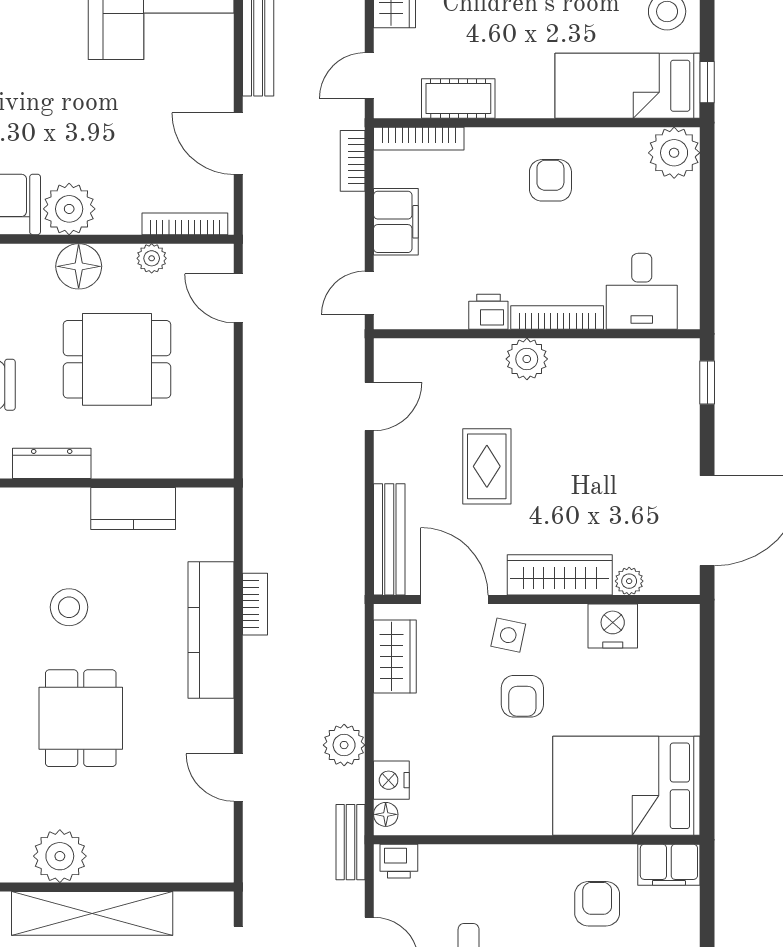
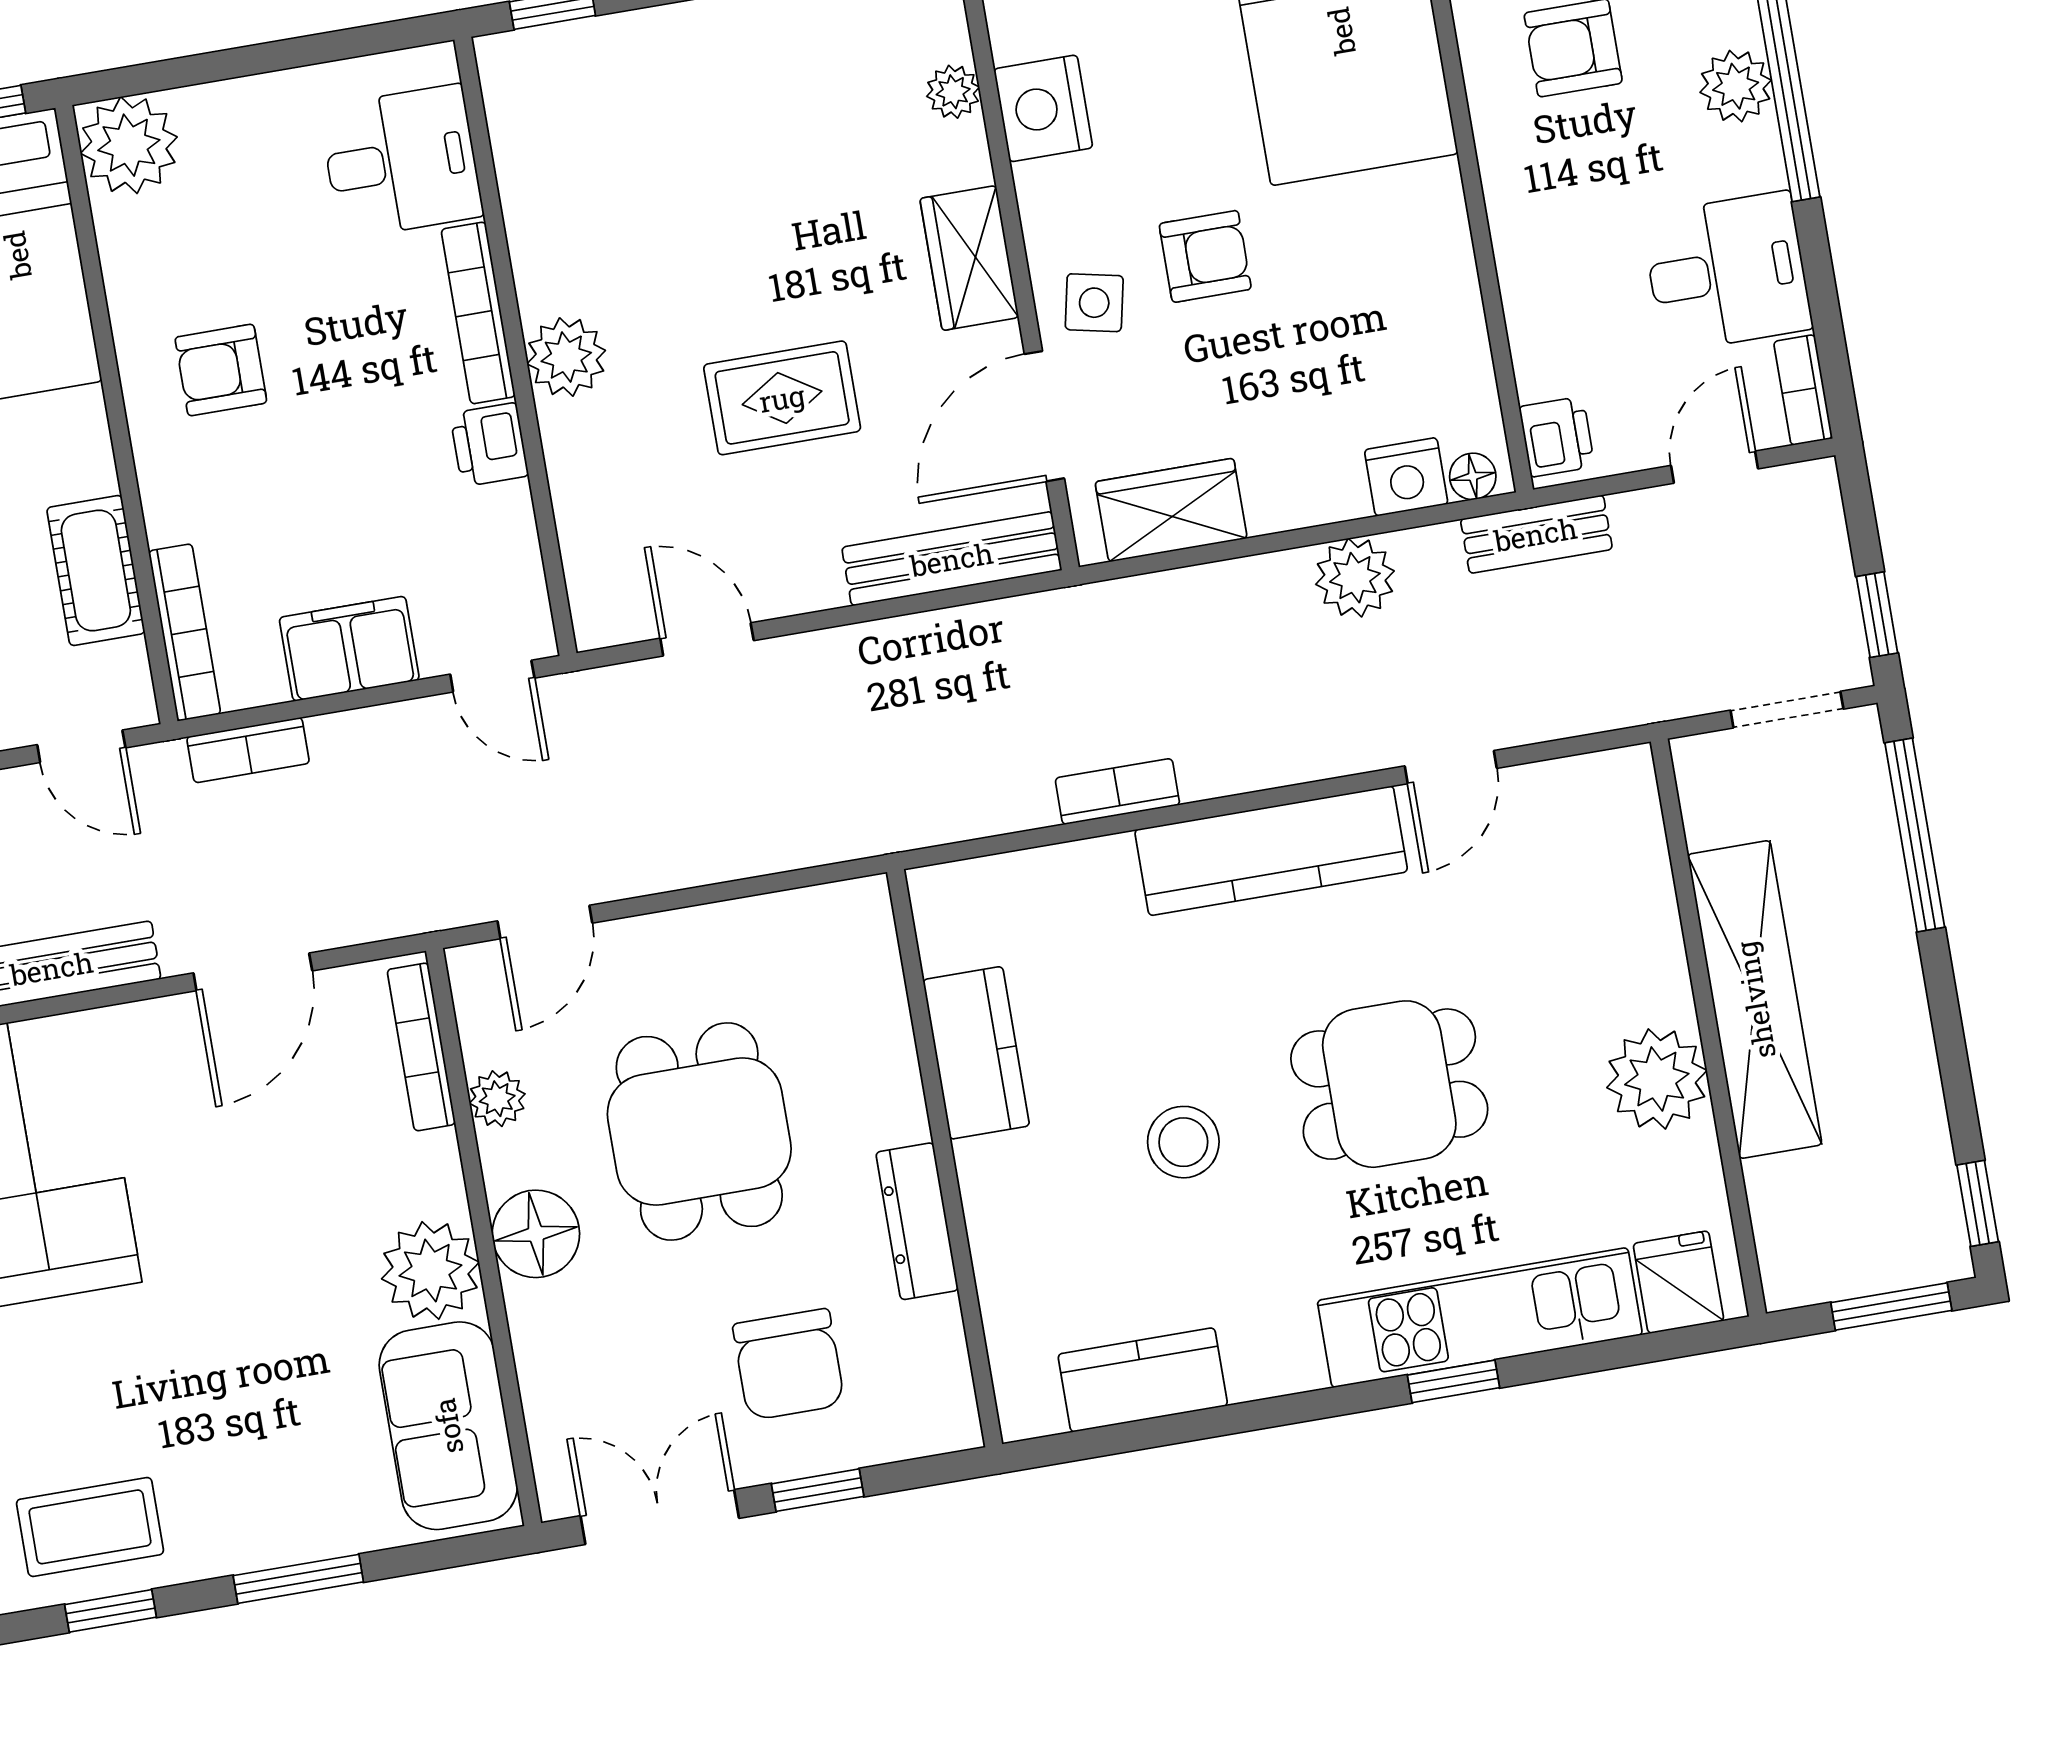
wardrobe: (560, 575) -> (969, 258), width x0.67
kitchen counter: (211, 630) -> (1271, 851), moved

